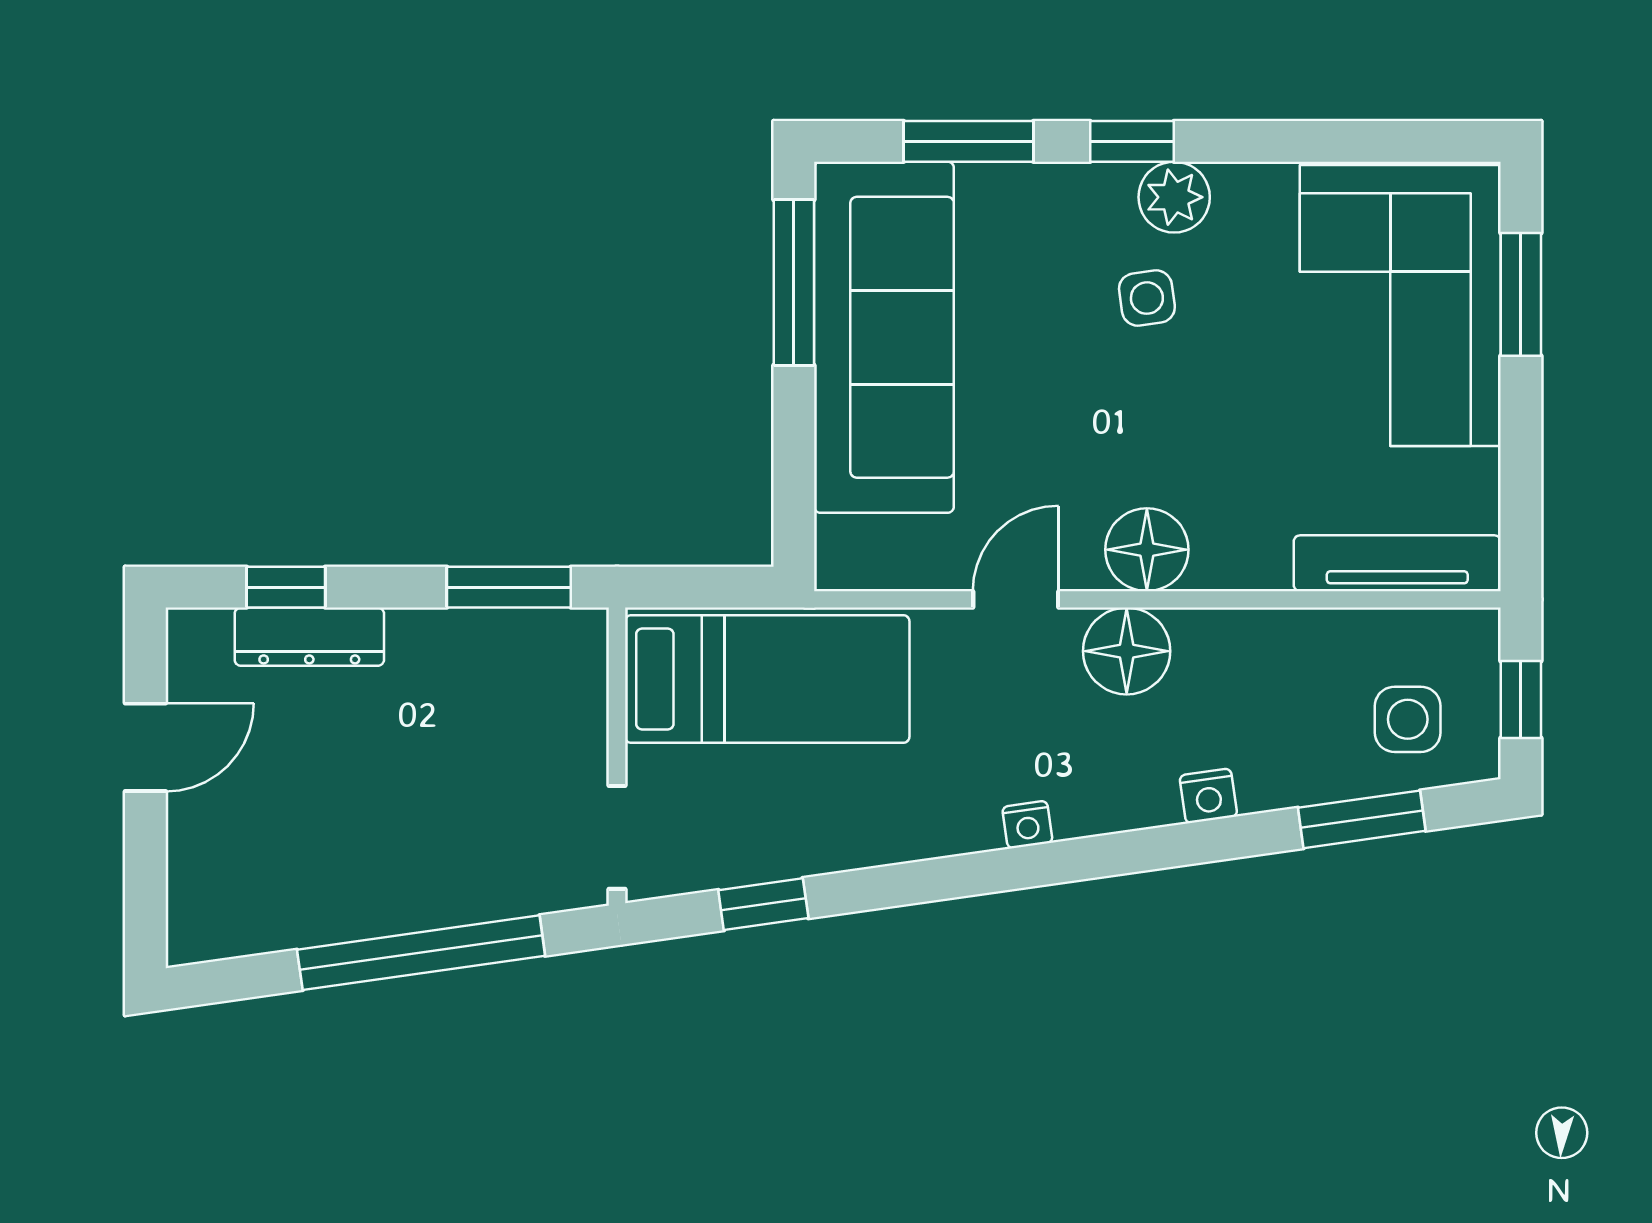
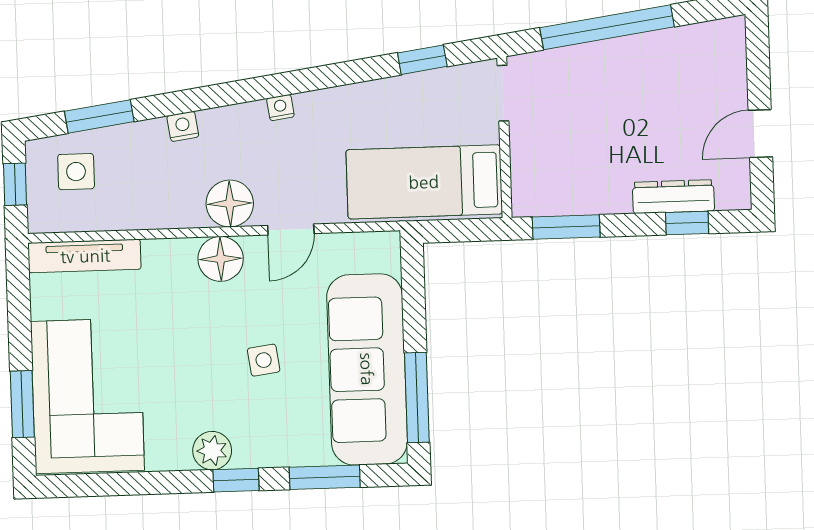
side table: (1147, 298) -> (264, 360), moved

